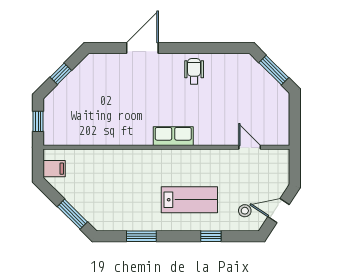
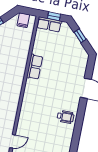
row of seats: (52, 126) -> (49, 24), added
row of seats: (173, 136) -> (35, 67), moved

